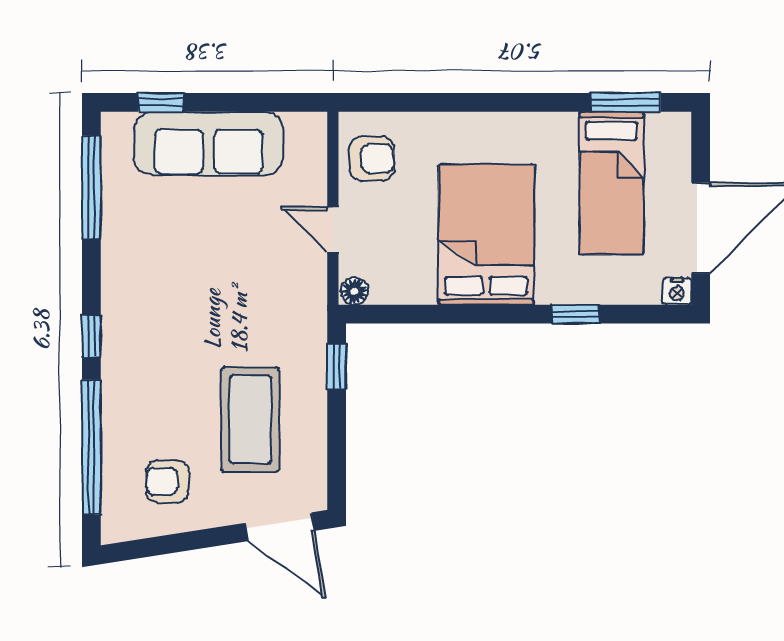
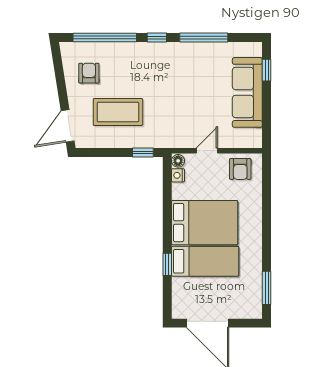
bed: (612, 183) -> (205, 261), moved, turned 180
window: (91, 187) -> (204, 38), moved
nightstand: (677, 291) -> (178, 175), moved

